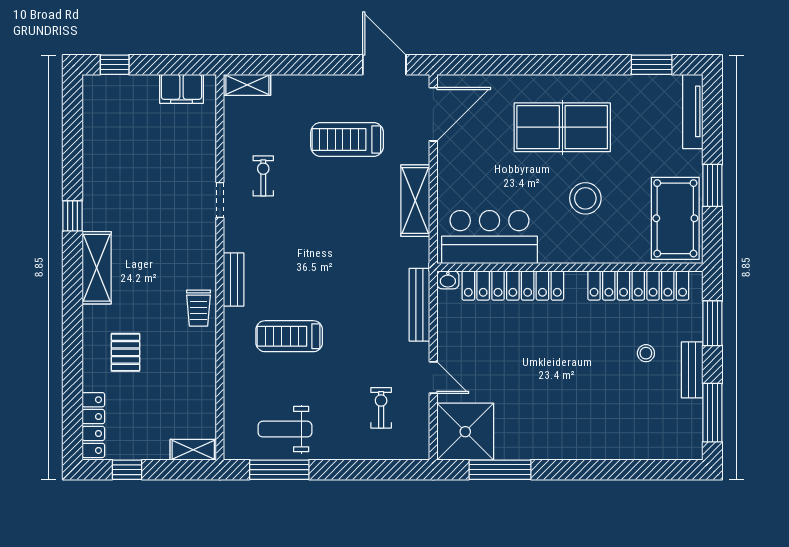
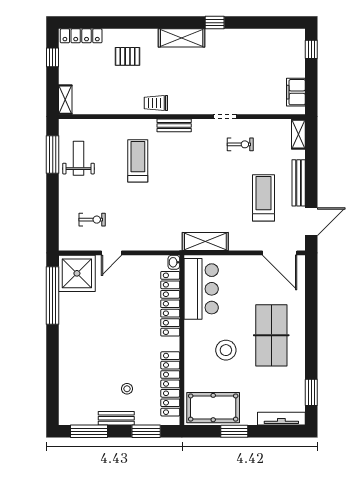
shelving: (415, 201) -> (205, 241), moved
bench: (419, 305) -> (299, 183), moved, turned 90
window: (500, 470) -> (53, 296), width x1.46

